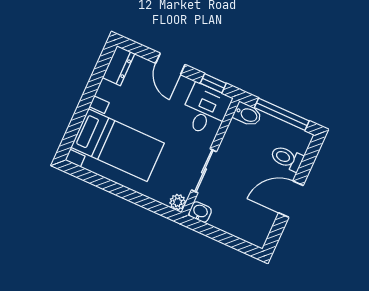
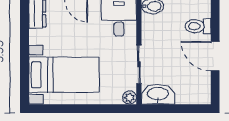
door: (291, 199) -> (215, 56), hinge flipped
washbasin: (200, 212) -> (158, 94), width x1.91, depth x1.45

